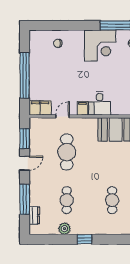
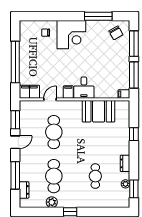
corner desk: (100, 46) -> (71, 35), moved
cafe table: (67, 200) -> (54, 176), width x1.37, depth x1.35

